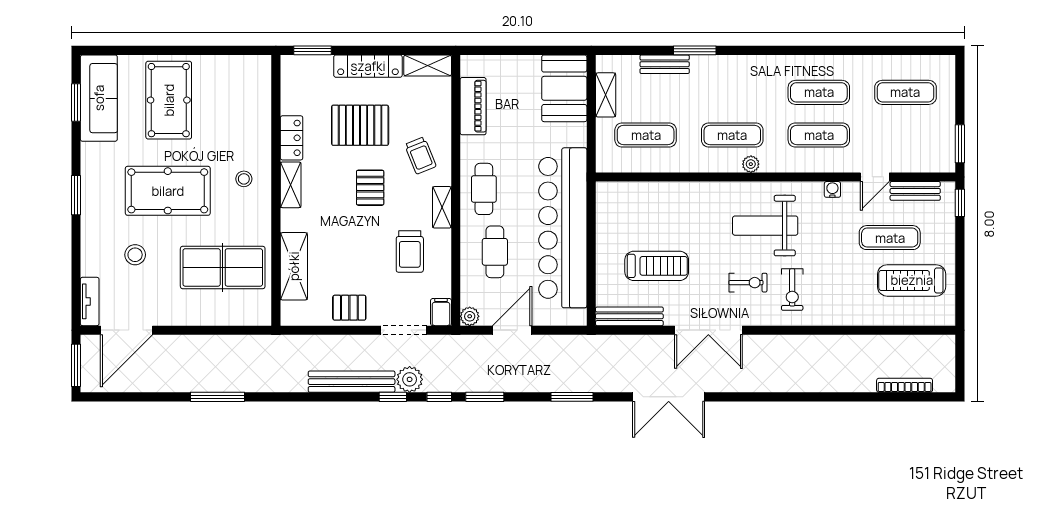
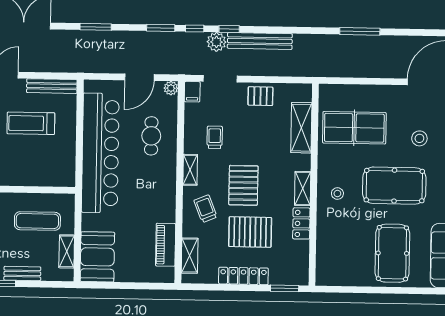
shelving: (428, 66) -> (190, 256), moved, turned 90
pallet: (370, 188) -> (243, 185), width x1.50, depth x1.42
cafe table: (484, 189) -> (159, 183), removed
trolley: (410, 251) -> (215, 137), width x0.73, depth x0.72

